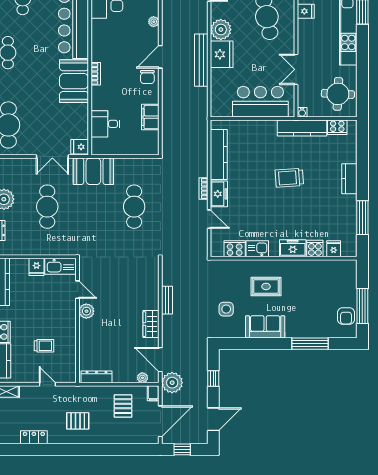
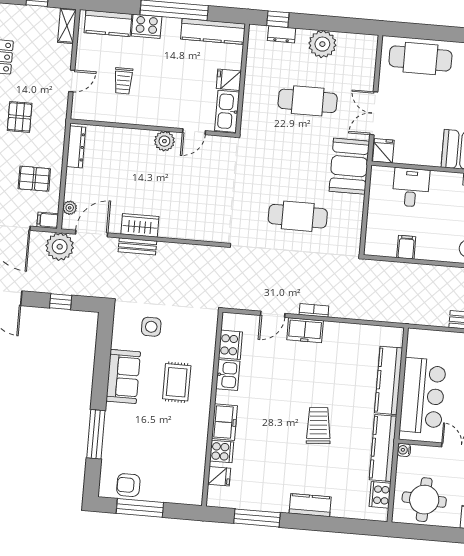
filing cabinet: (150, 117) -> (406, 247), width x0.50
kitchen counter: (219, 155) -> (389, 380), moved, turned 90
bench: (167, 300) -> (137, 246), moved

